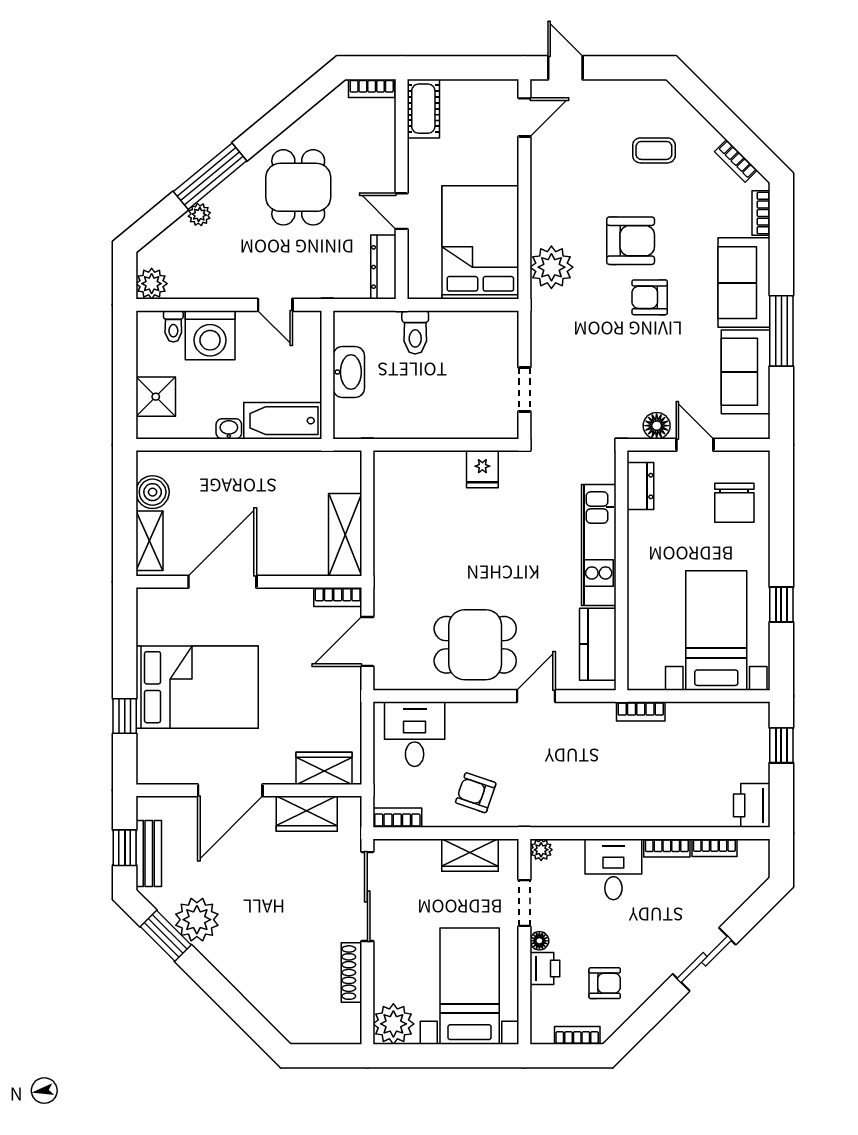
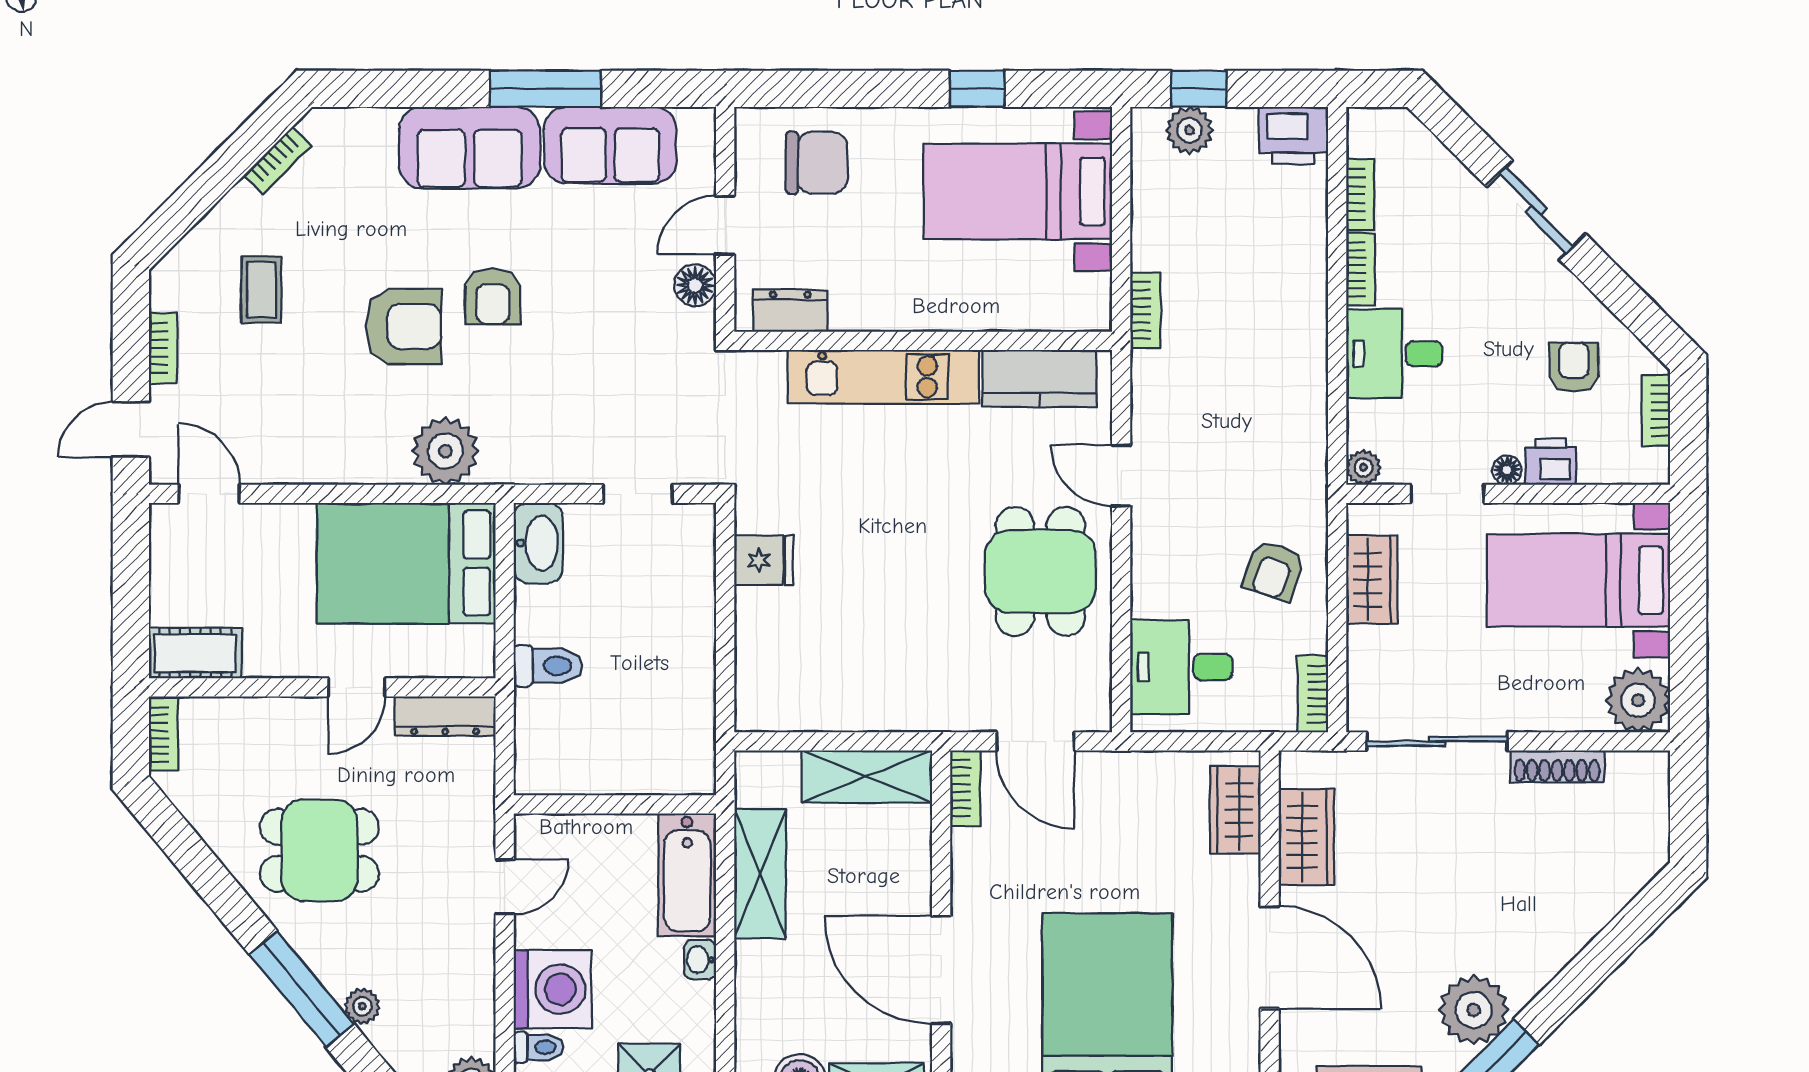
bookcase: (761, 213) -> (163, 348), moved, turned -90
armchair: (631, 241) -> (404, 326), turned 90
washbasin: (349, 372) -> (538, 543), moved, turned 90
shelving: (283, 467) -> (760, 874), added
plant: (755, 739) -> (1189, 130), added

